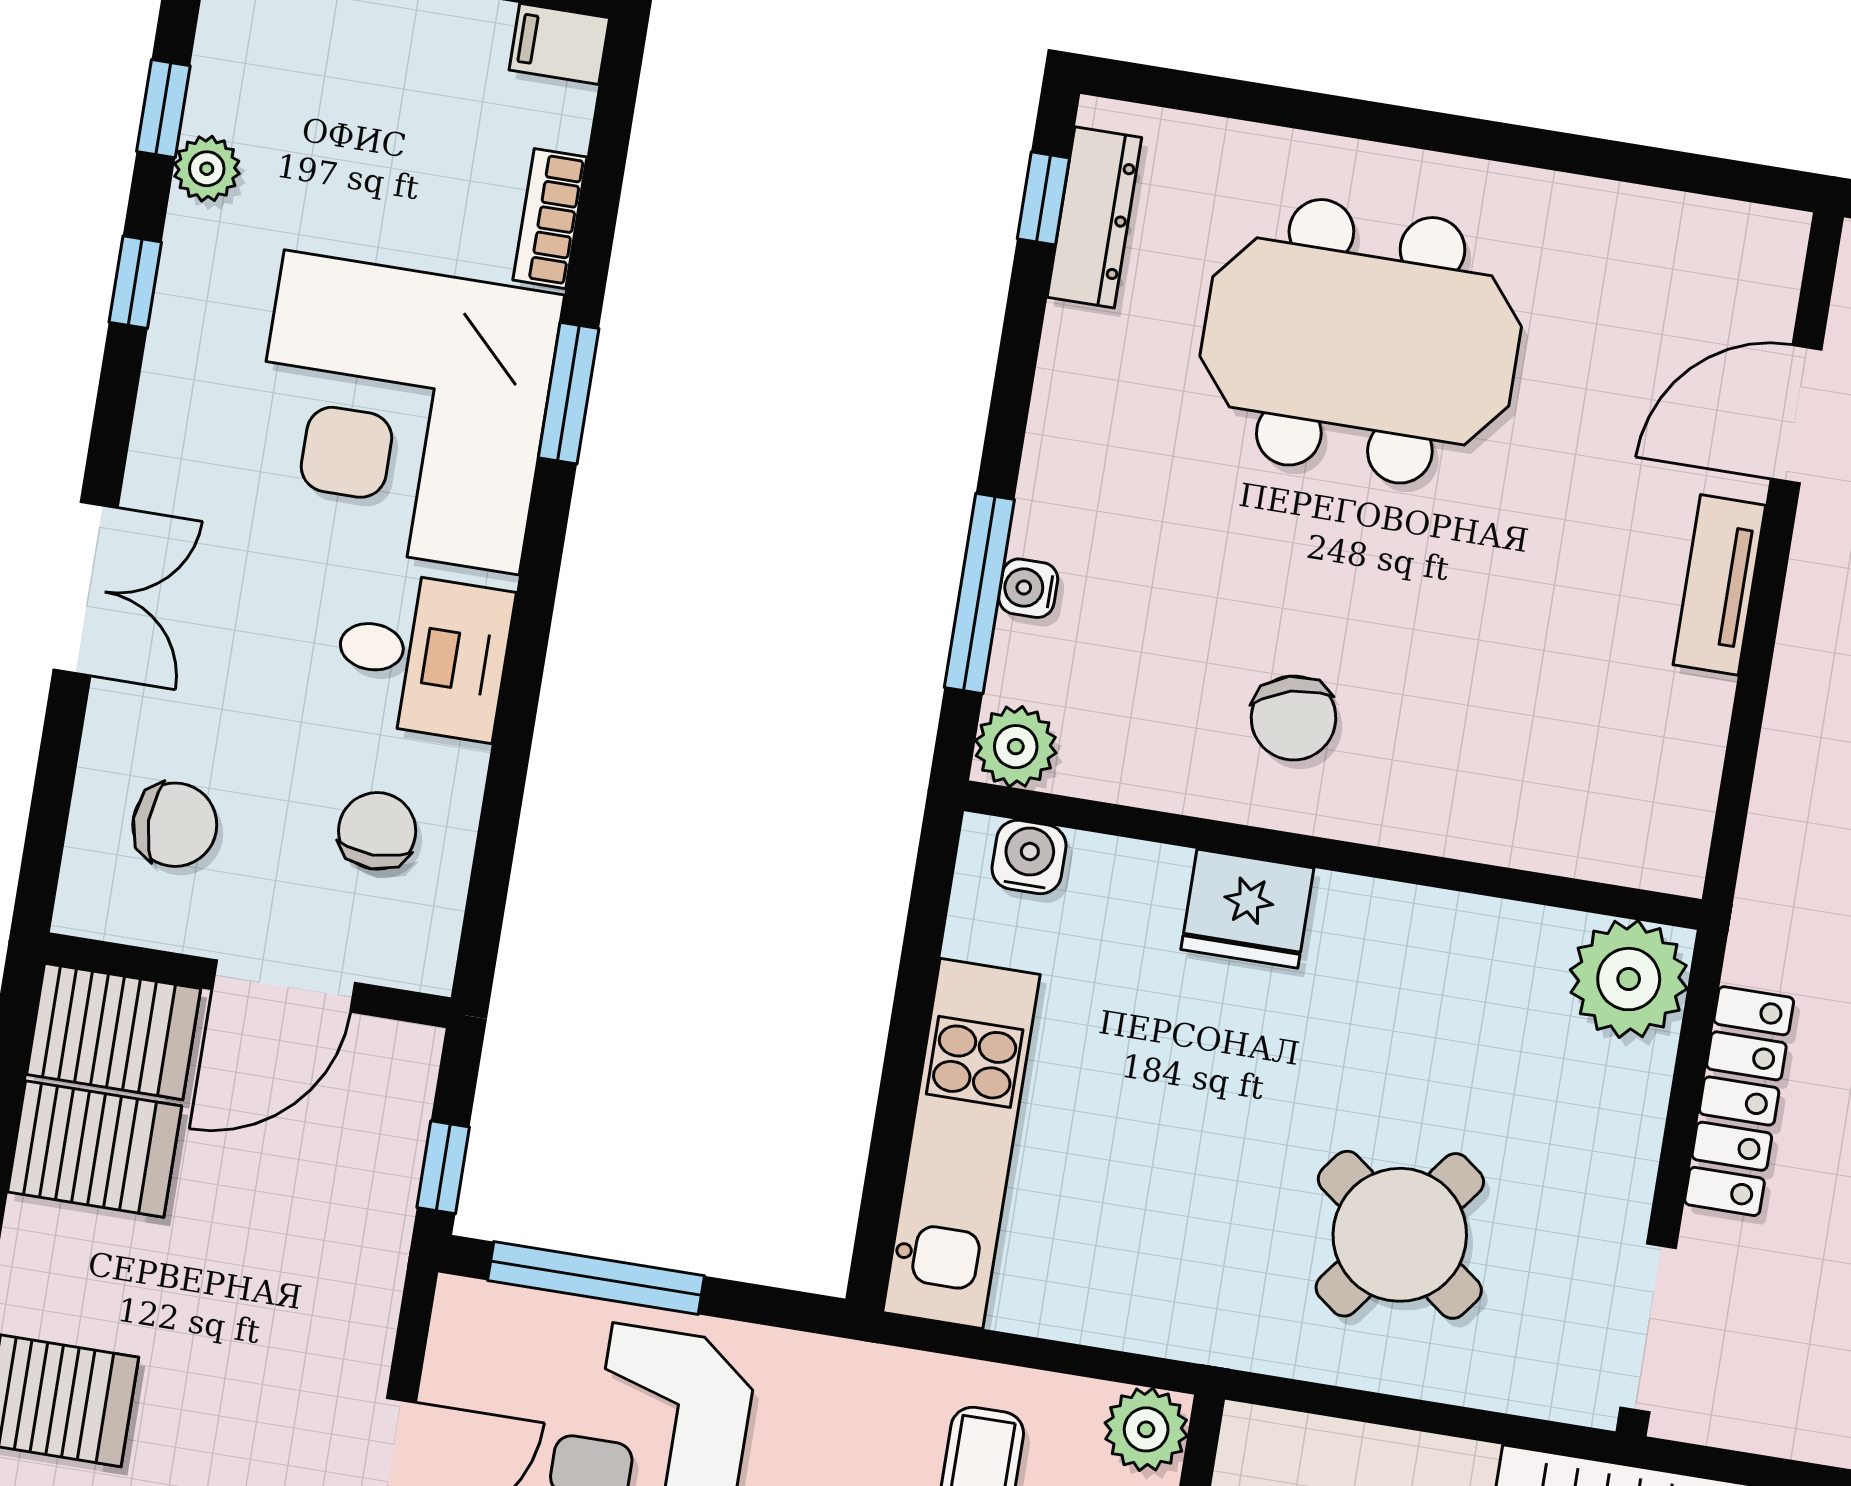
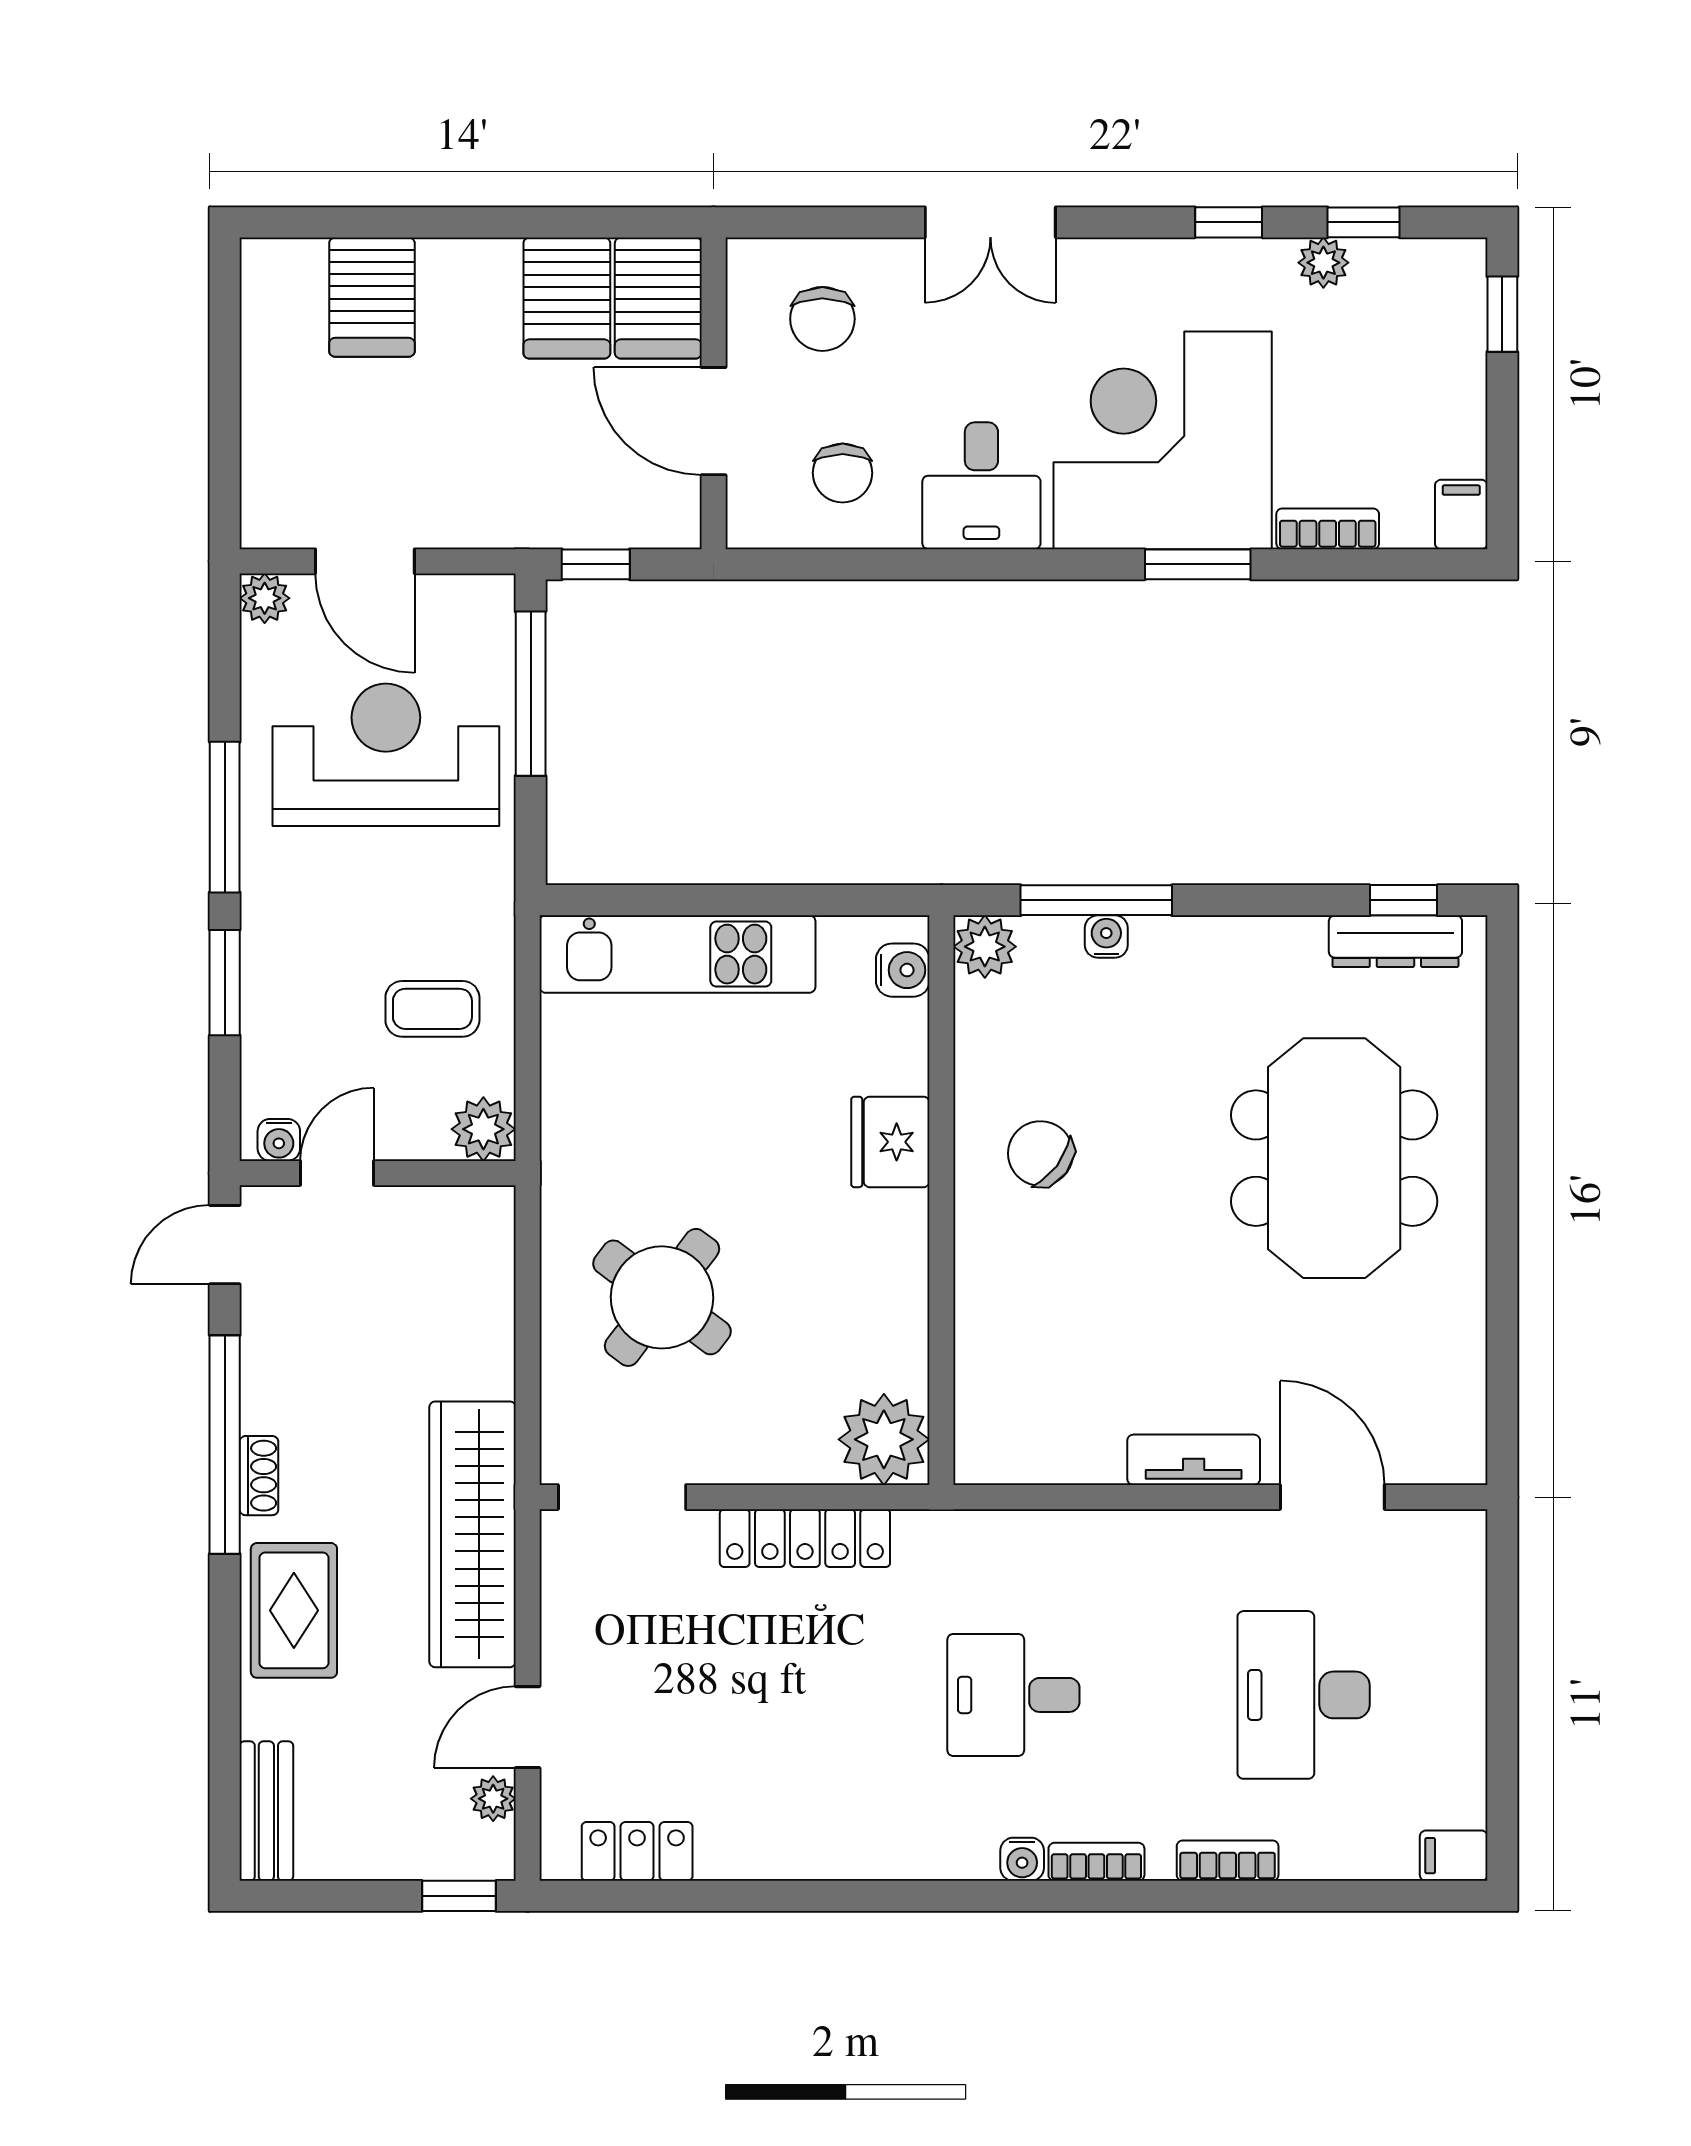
chair: (1294, 718) -> (1041, 1153), turned 52
chair: (377, 831) -> (843, 473), turned 90

